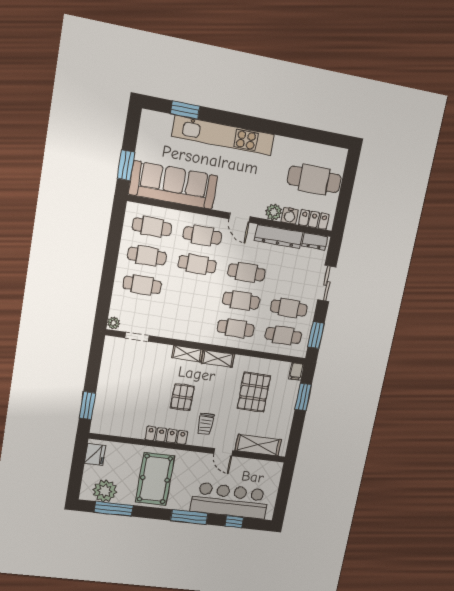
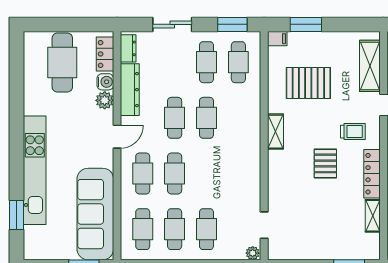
cafe table: (236, 328) -> (238, 118), removed
shelving: (187, 354) -> (373, 216), moved
pallet: (182, 397) -> (325, 163), turned 90

